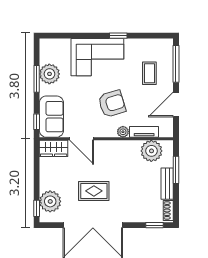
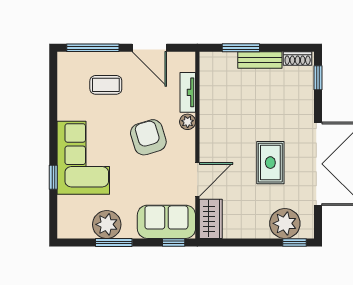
window: (118, 36) -> (53, 177), moved
plant: (151, 151) -> (214, 82), removed

